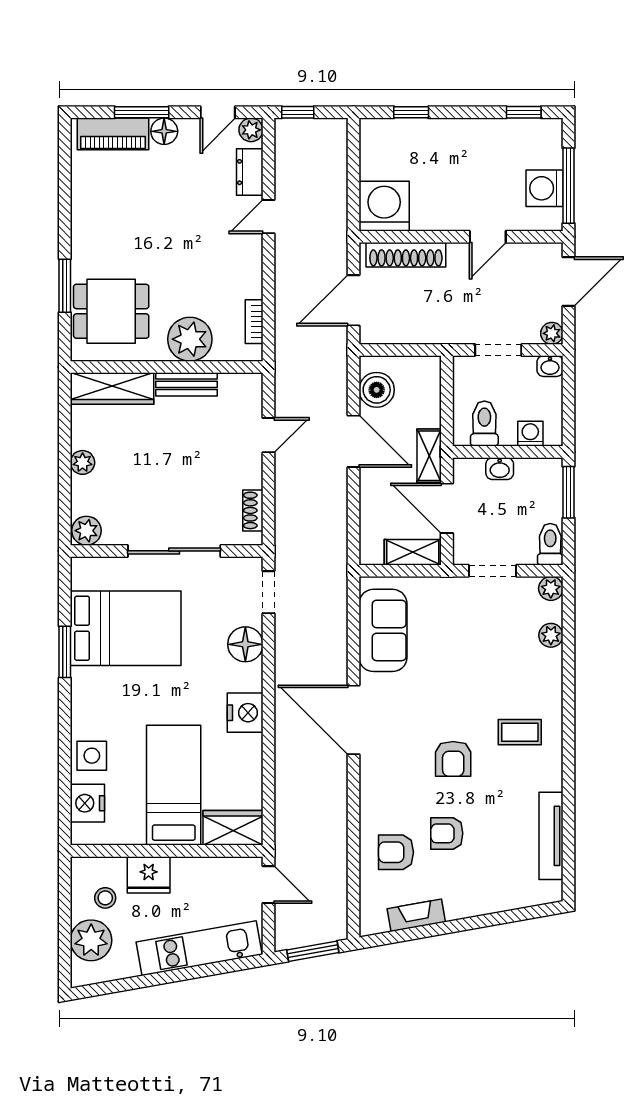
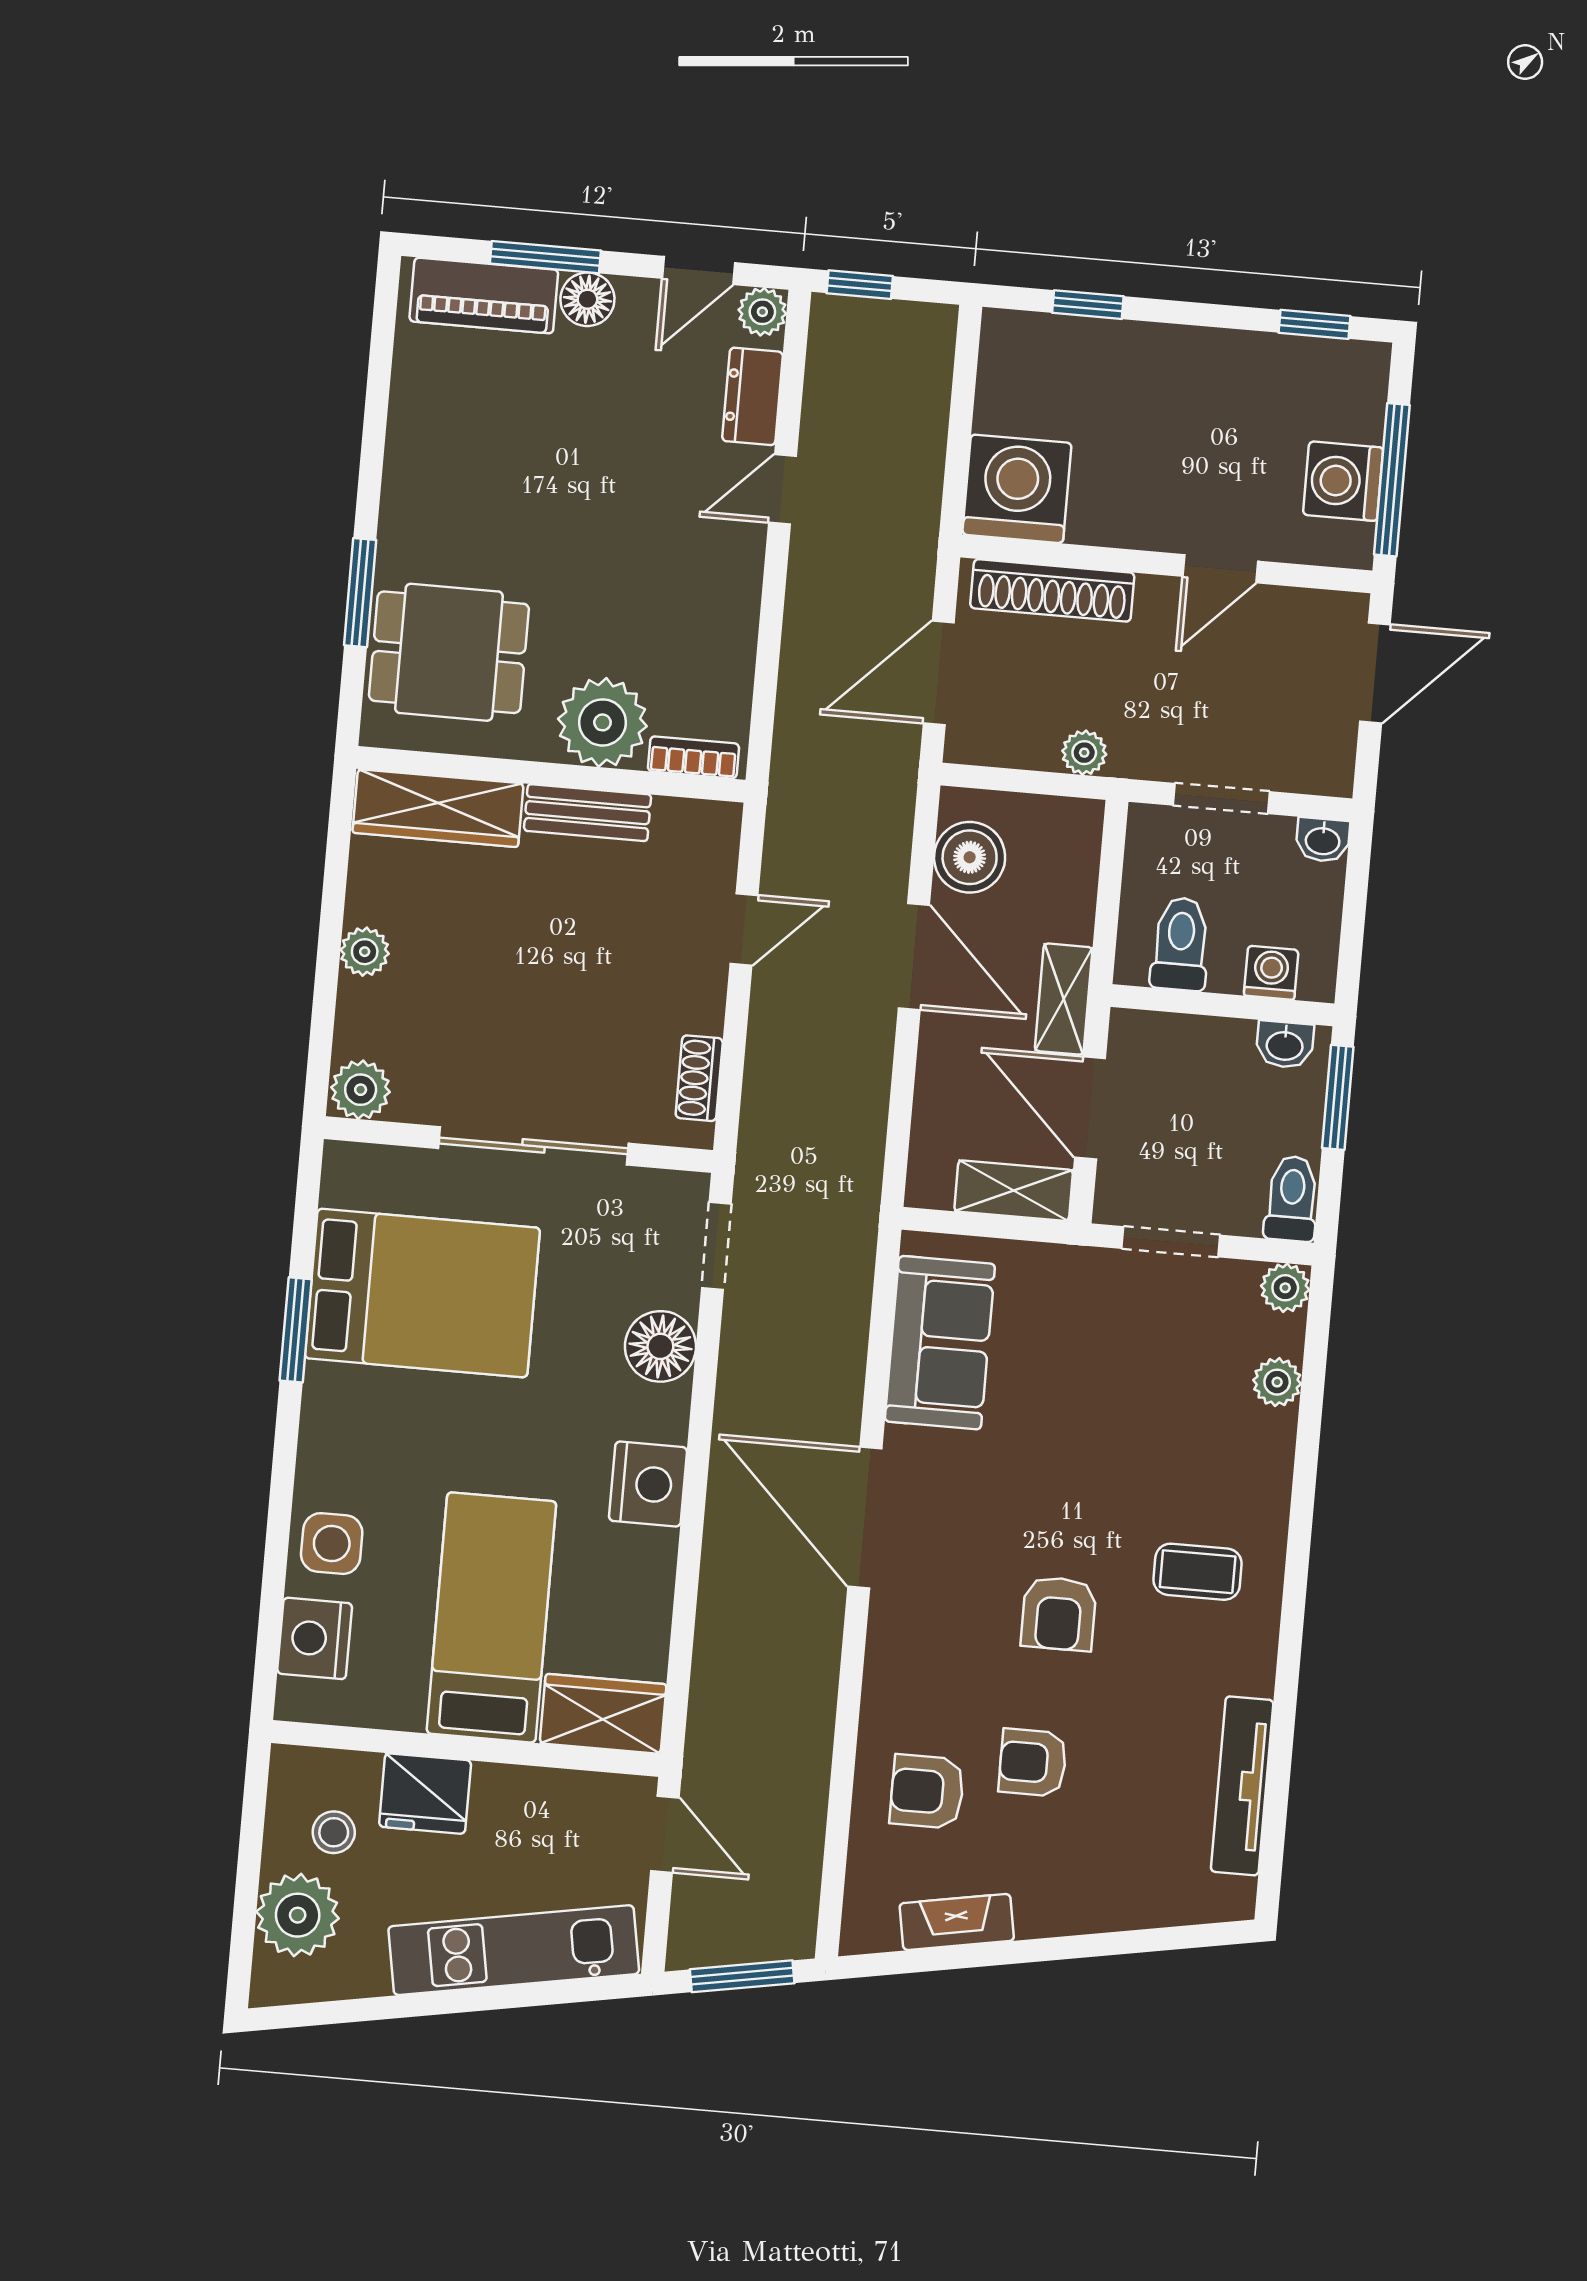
bookcase: (254, 322) -> (693, 757), moved, turned 90
plant: (552, 333) -> (1084, 753), moved
washbasin: (500, 469) -> (1285, 1045), moved

